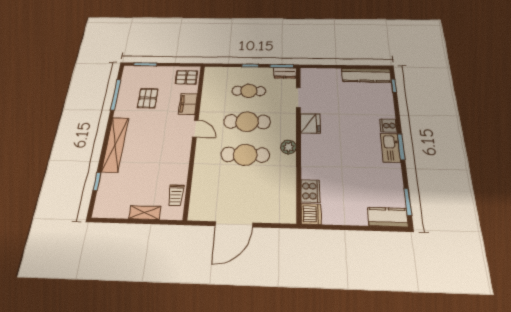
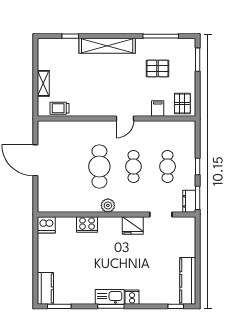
filing cabinet: (188, 104) -> (158, 109), width x0.50
cafe table: (247, 122) -> (133, 166), width x0.73, depth x0.74
cooker: (310, 191) -> (87, 224), moved

